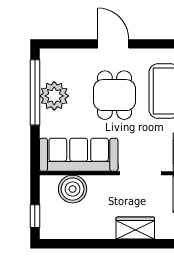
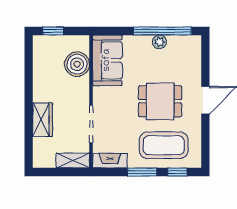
plant: (54, 96) -> (159, 42), width x0.53, depth x0.53
sofa: (79, 155) -> (107, 60), width x0.73

